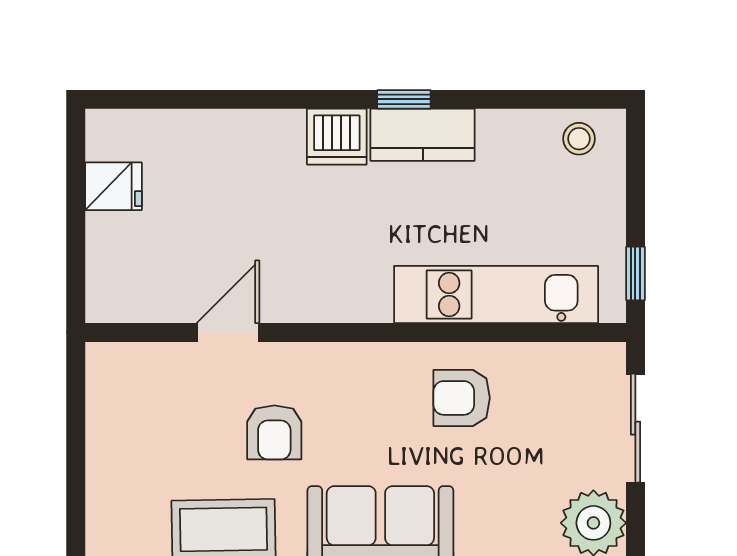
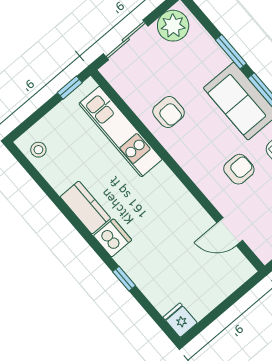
window: (404, 99) -> (124, 279), moved
fridge: (113, 186) -> (180, 320), moved
door: (228, 333) -> (230, 232), moved

